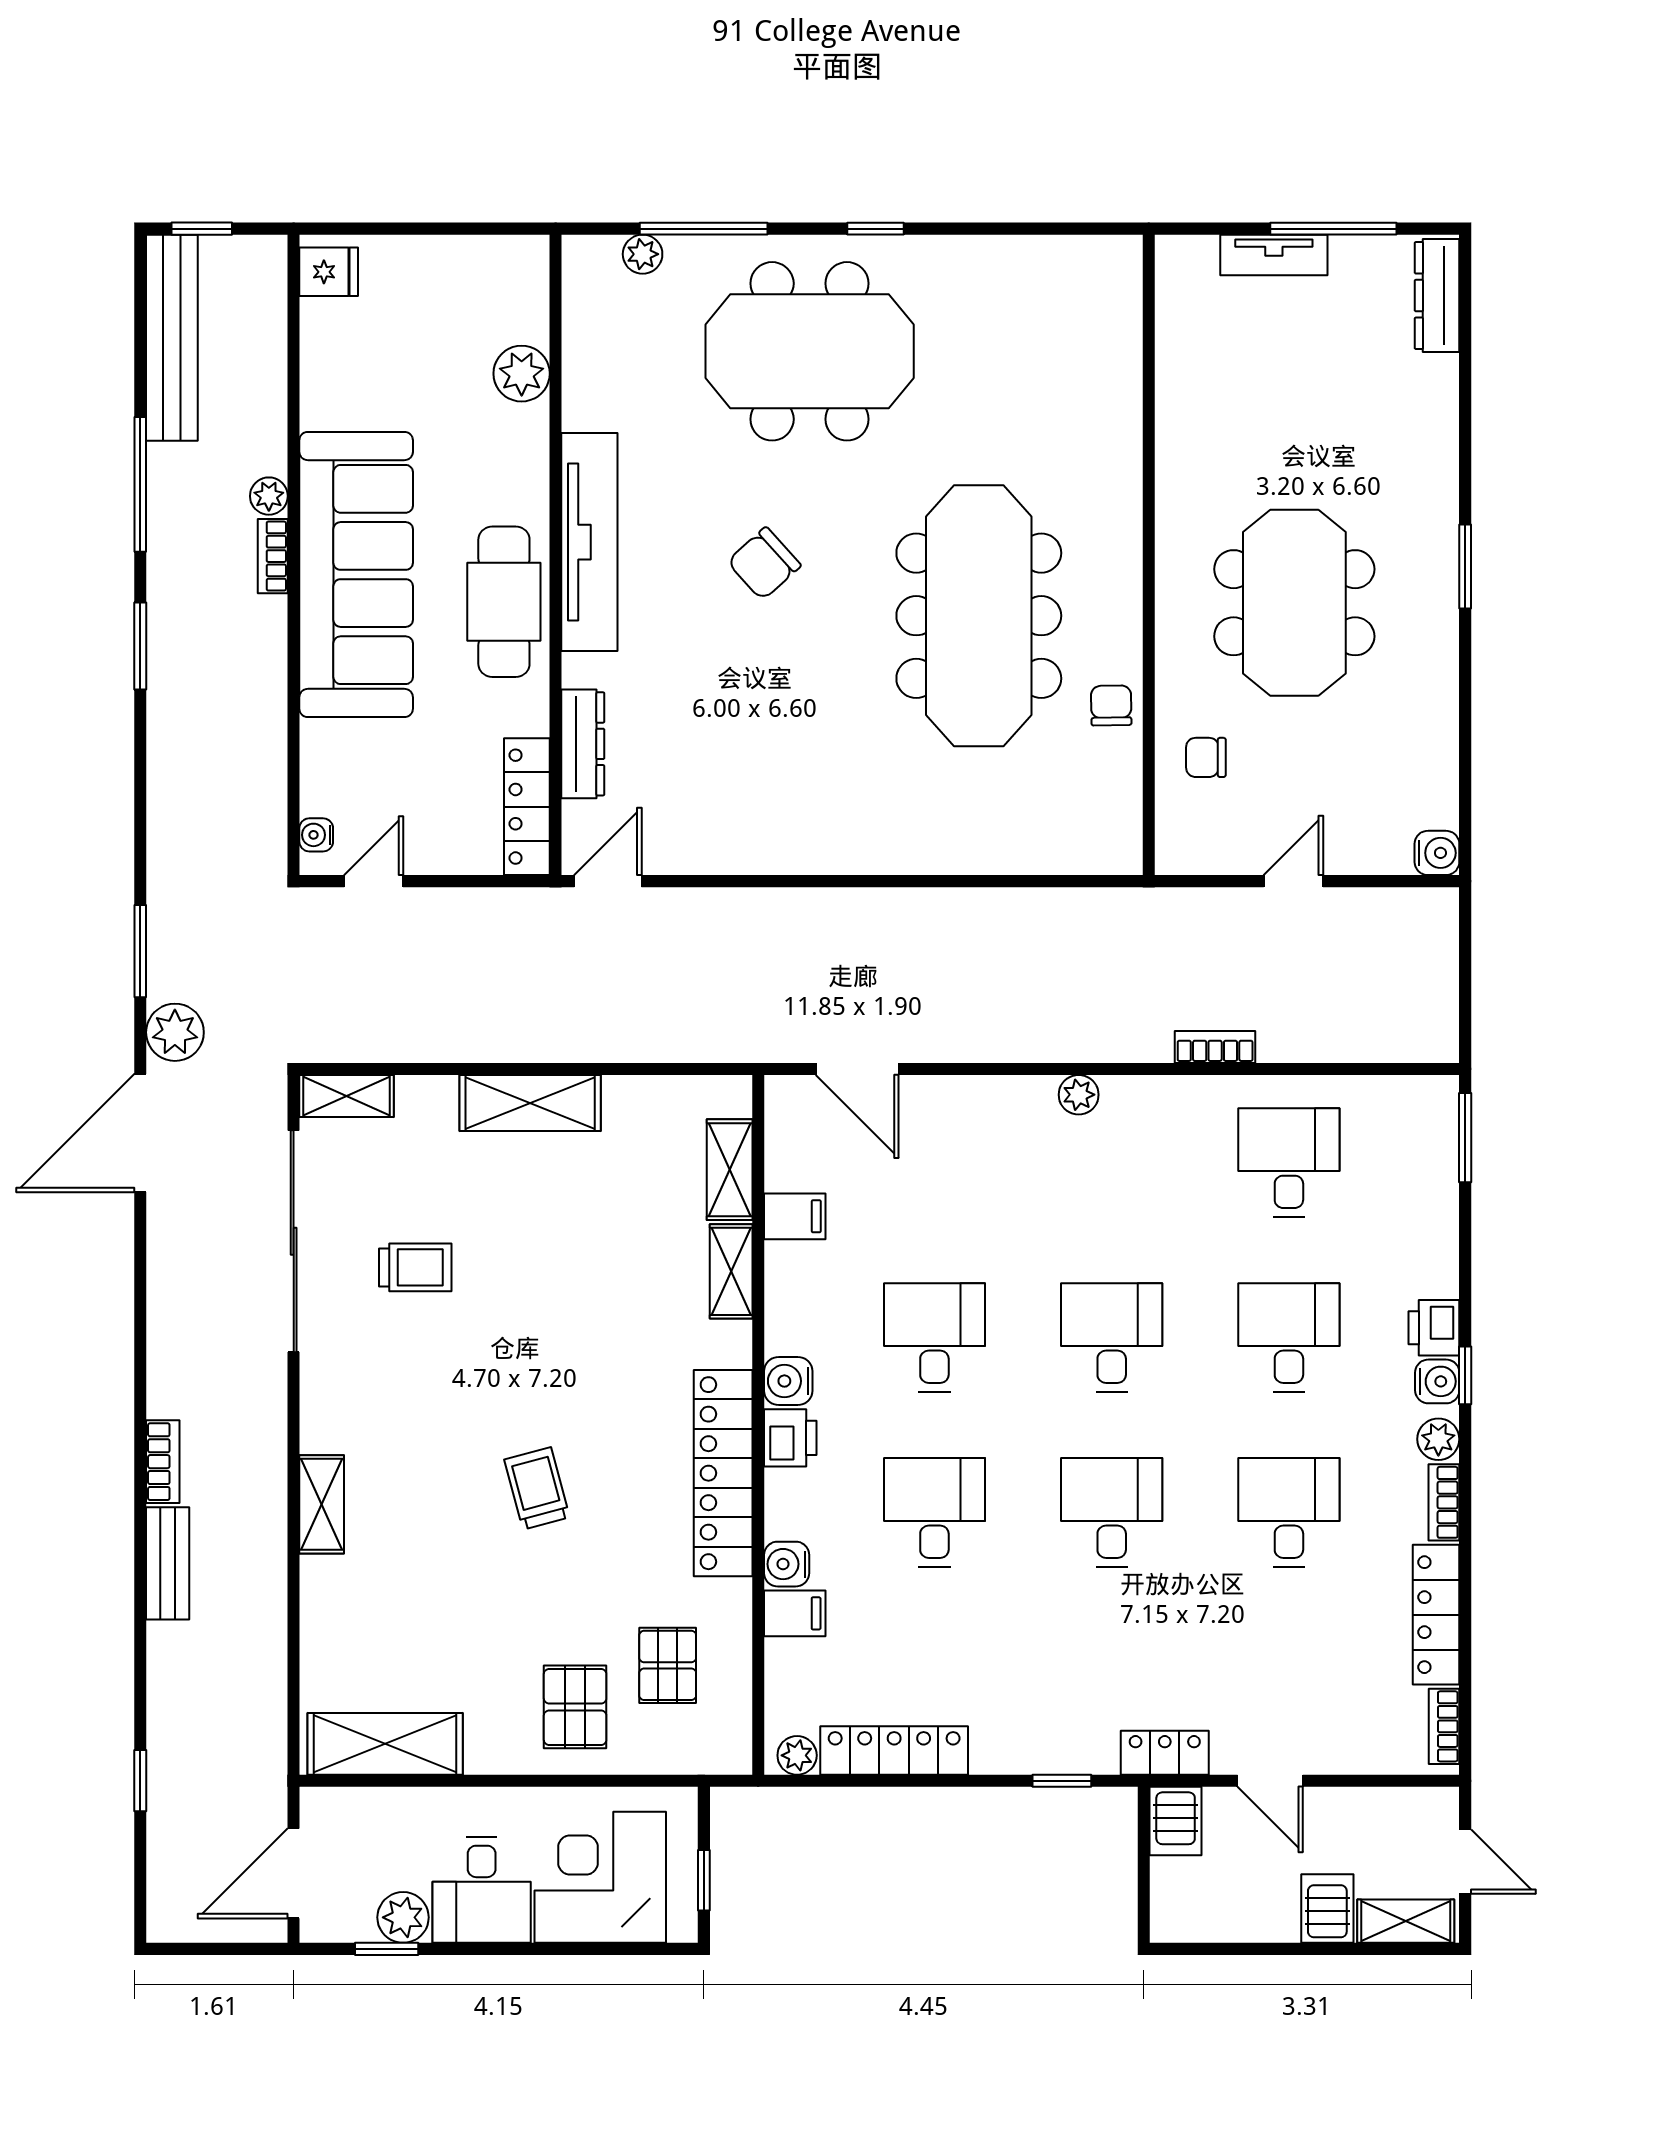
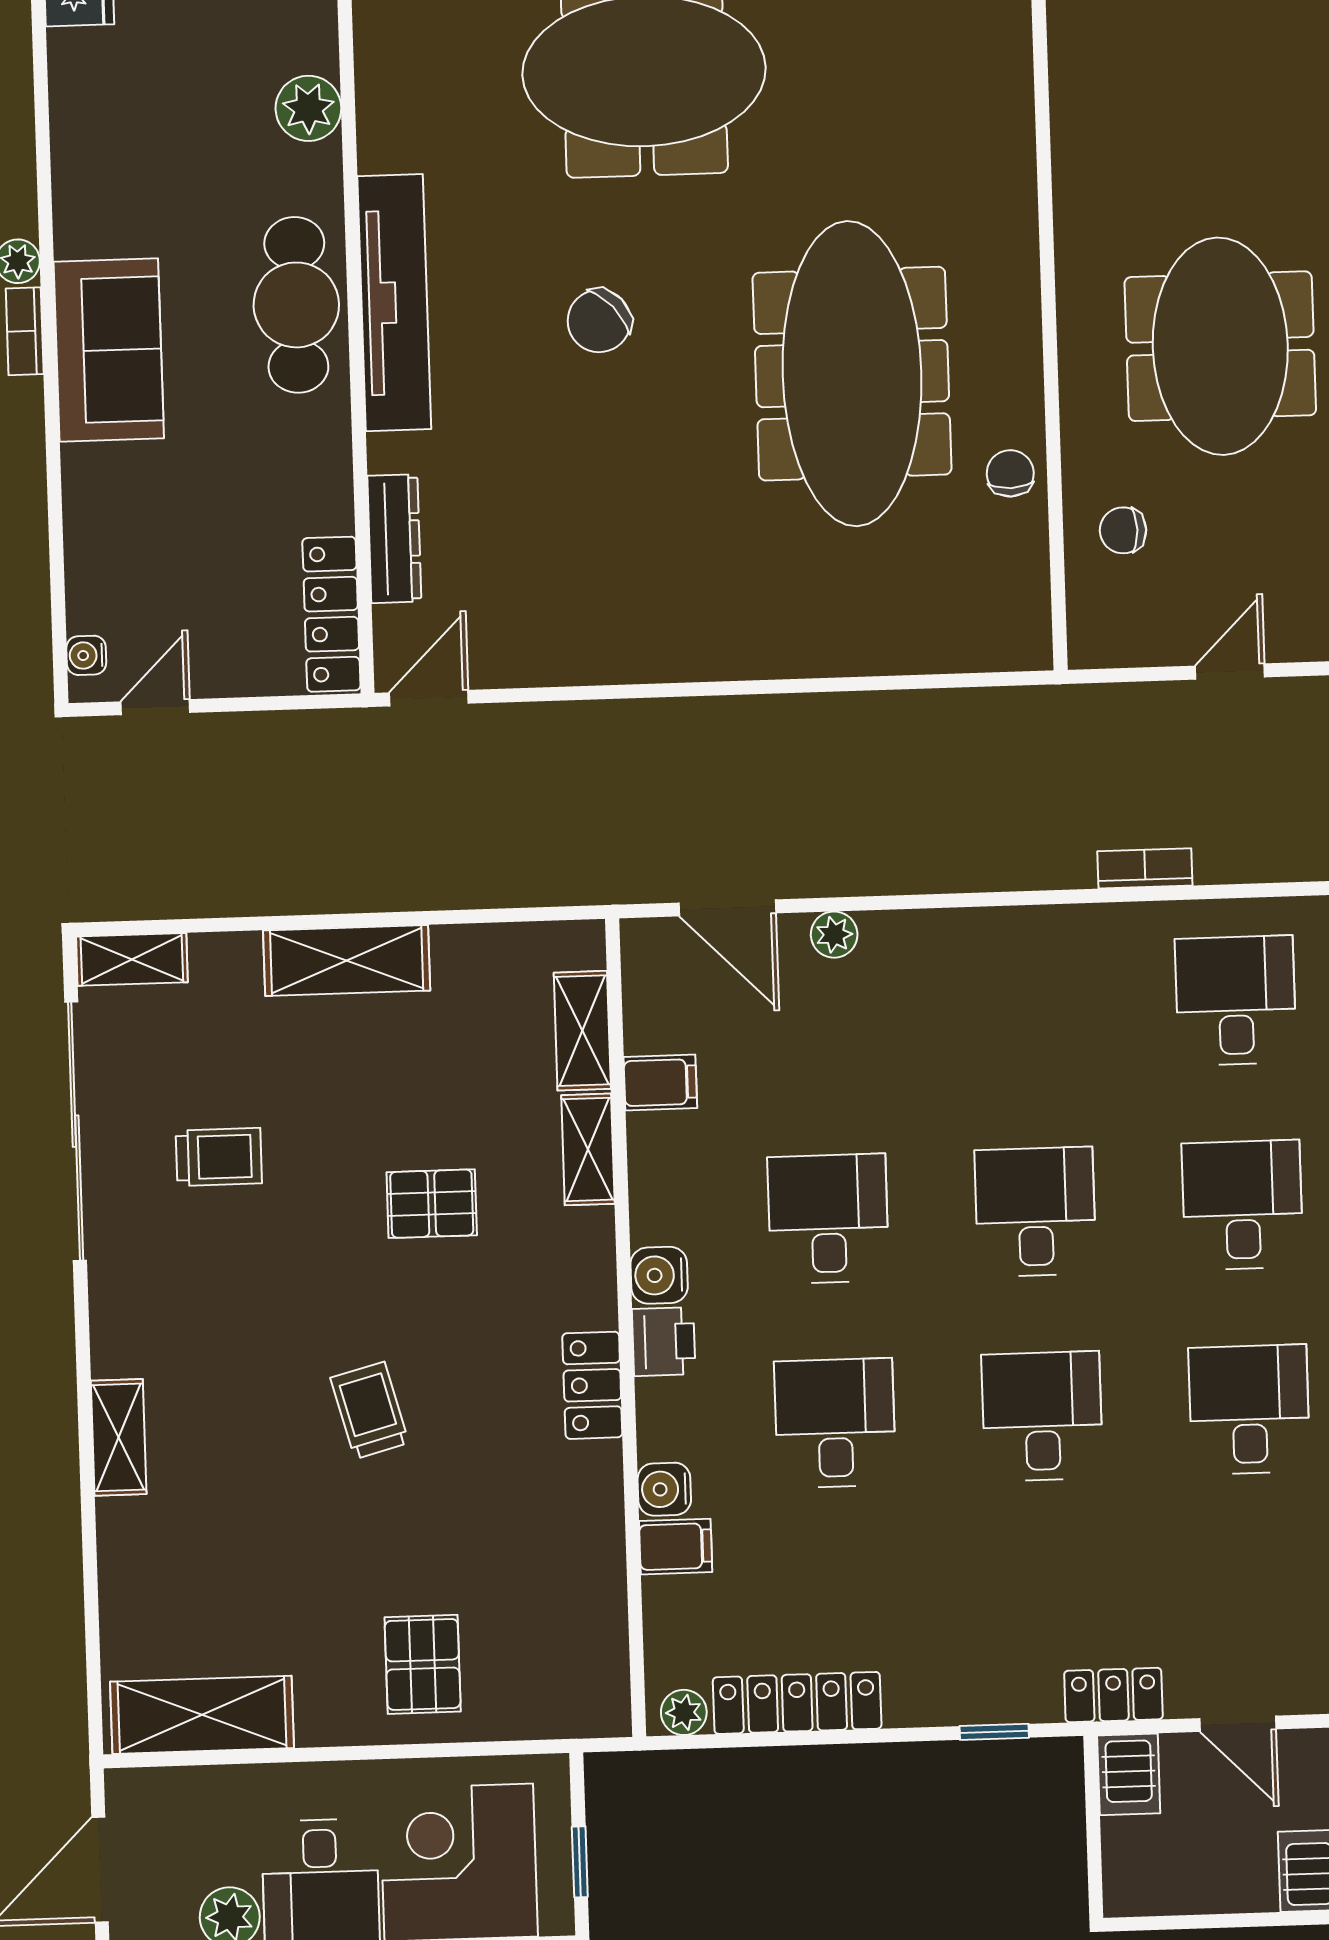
sofa: (356, 575) -> (109, 350), width x0.54, depth x0.79
cafe table: (504, 602) -> (296, 305), moved
plant: (1079, 1095) -> (834, 935), moved
locker: (723, 1473) -> (592, 1385), width x0.46, depth x0.83
pallet: (668, 1665) -> (432, 1204), moved, turned 90

